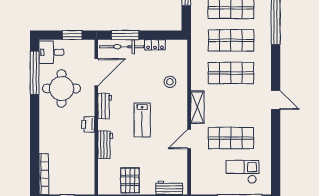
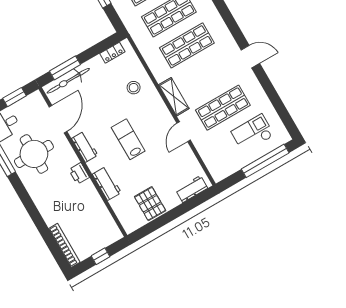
locker: (155, 45) -> (112, 53), moved
door: (276, 100) -> (250, 57), moved
lab bench: (142, 120) -> (128, 139), turned 180

